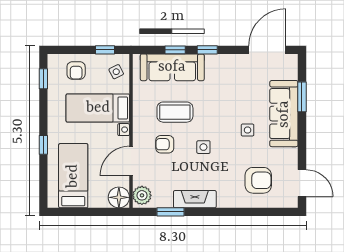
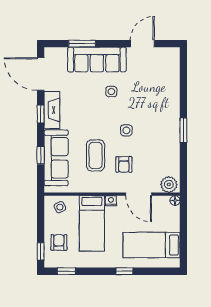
window: (105, 50) -> (41, 251), moved
window: (207, 50) -> (41, 114), moved
armchair: (76, 70) -> (59, 242), turned -90
armchair: (258, 180) -> (156, 82), removed
door: (302, 183) -> (142, 44), moved
floor lamp: (119, 197) -> (175, 200), width x0.53, depth x0.53
fireplace: (195, 199) -> (52, 110), moved, turned 180
window: (170, 212) -> (183, 130), moved

